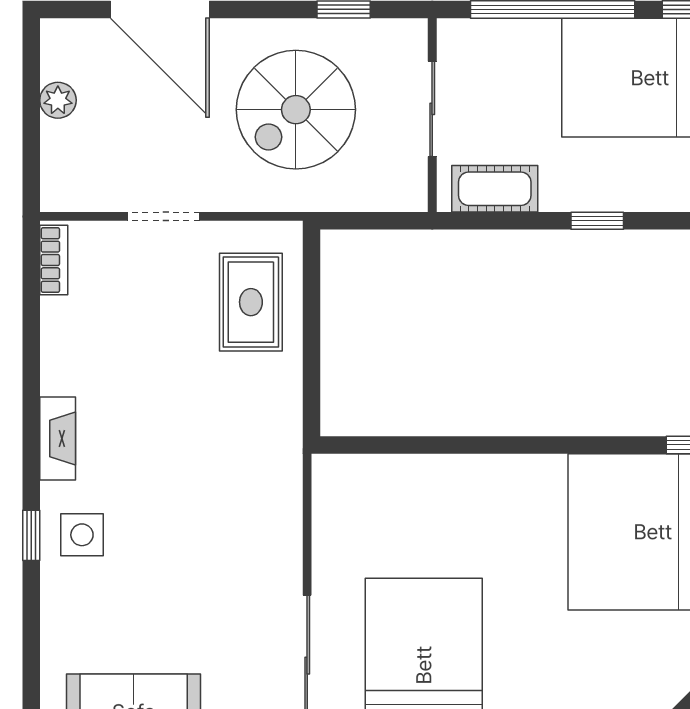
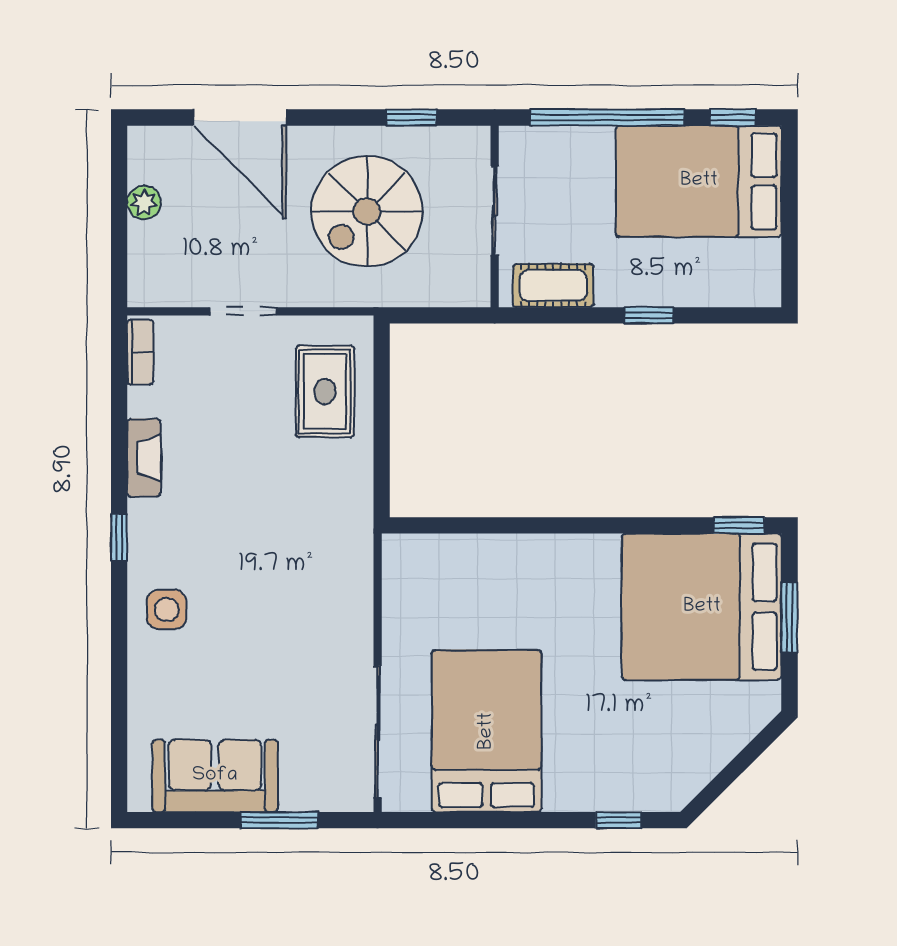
fireplace: (58, 439) -> (144, 458), moved
window: (31, 535) -> (119, 538), moved

